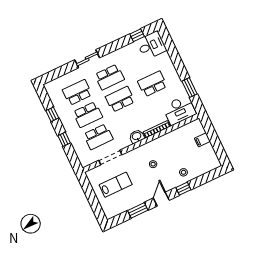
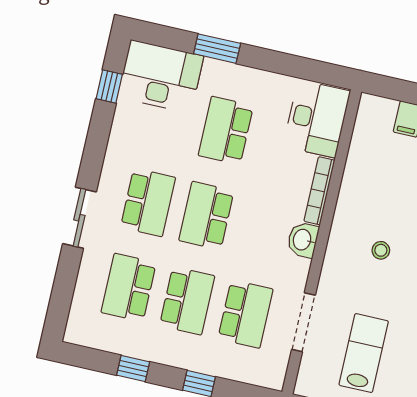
desk: (151, 45) -> (161, 77), width x1.37
window: (190, 88) -> (217, 49), moved

